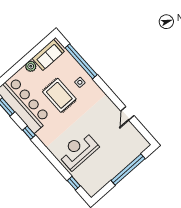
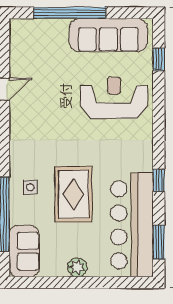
sofa: (48, 55) -> (24, 251), moved, turned 90
reception desk: (78, 151) -> (114, 98), turned 180
sofa: (104, 175) -> (108, 35), added

